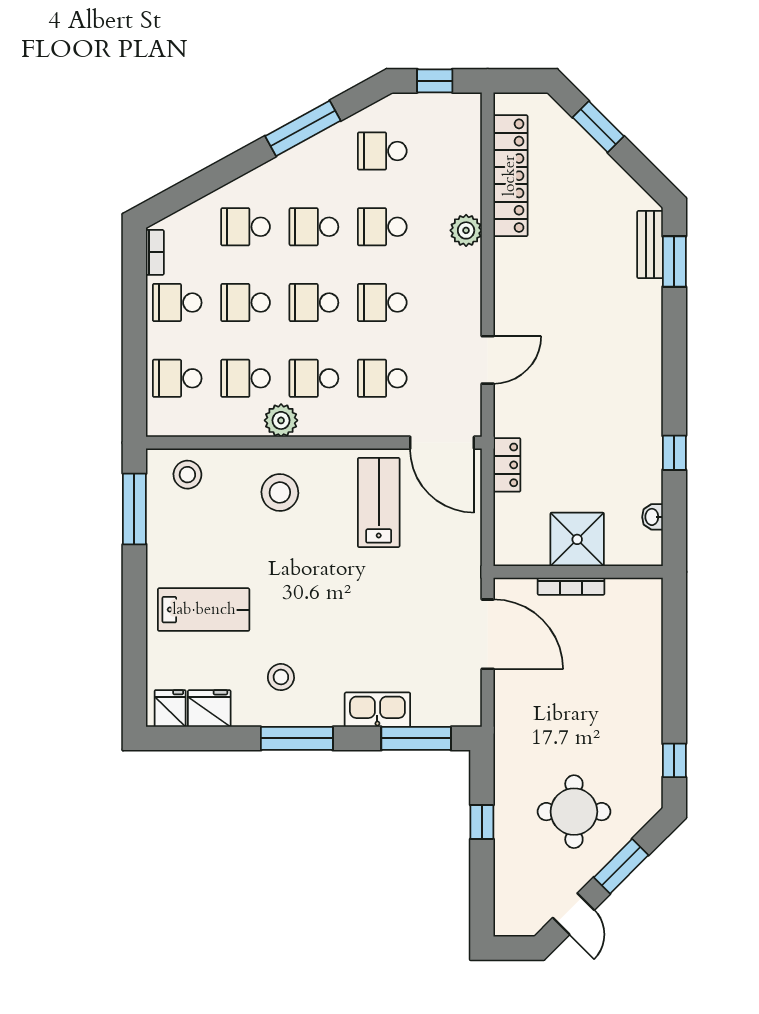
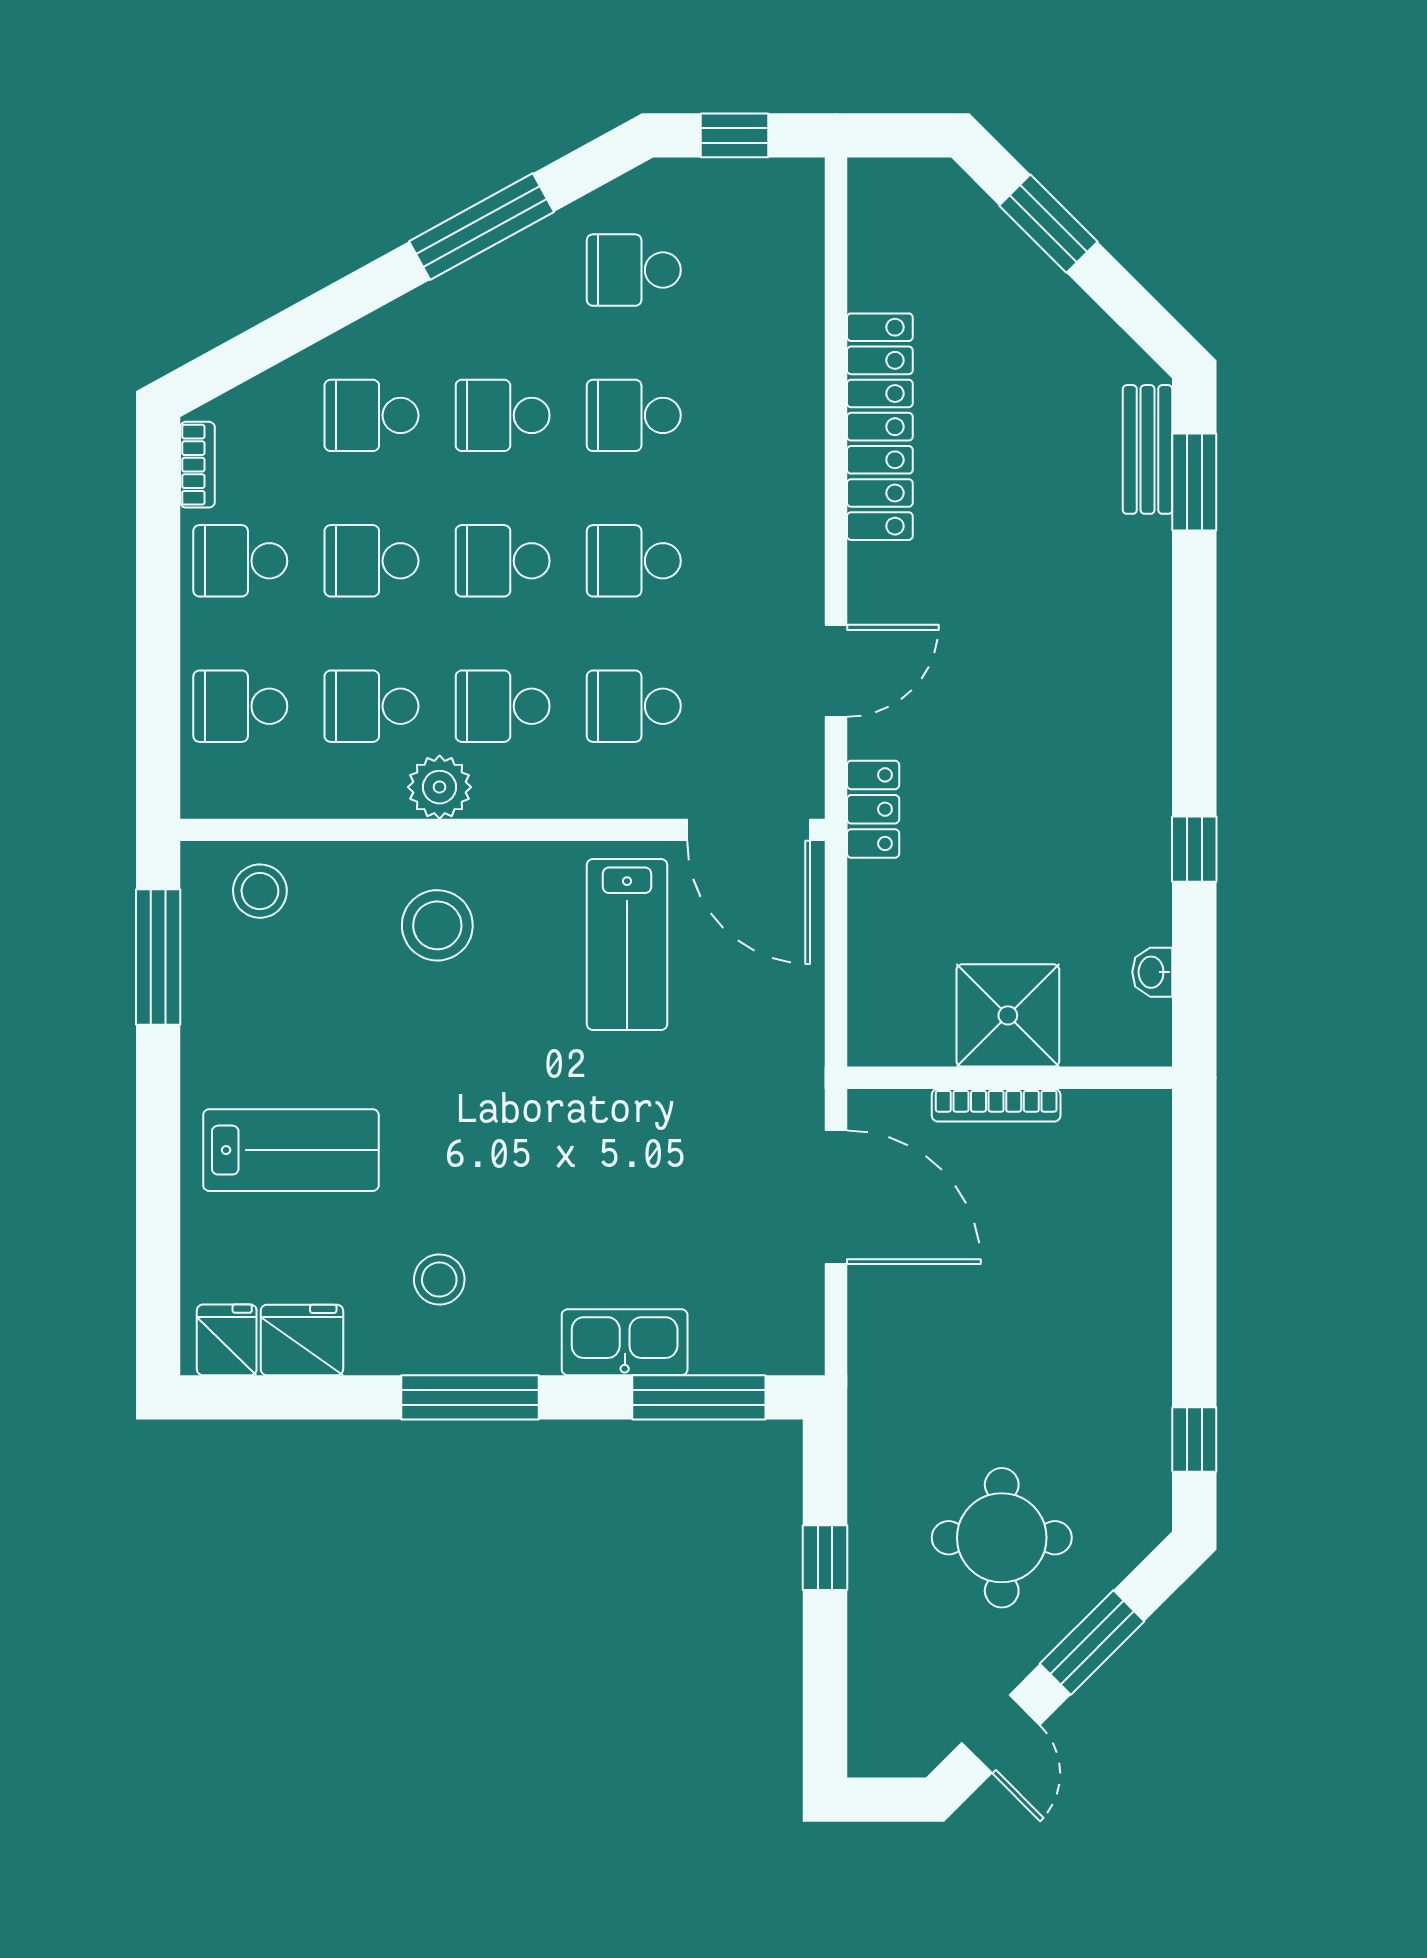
locker: (510, 176) -> (880, 427), moved
plant: (466, 230) -> (795, 422), removed
locker: (507, 465) -> (873, 809), moved
lab bench: (379, 502) -> (627, 945), turned 180

